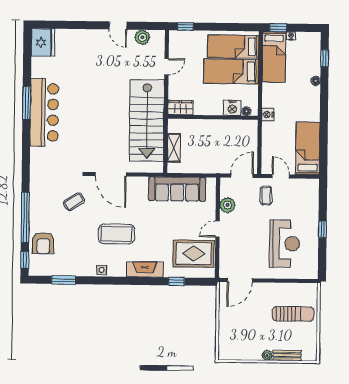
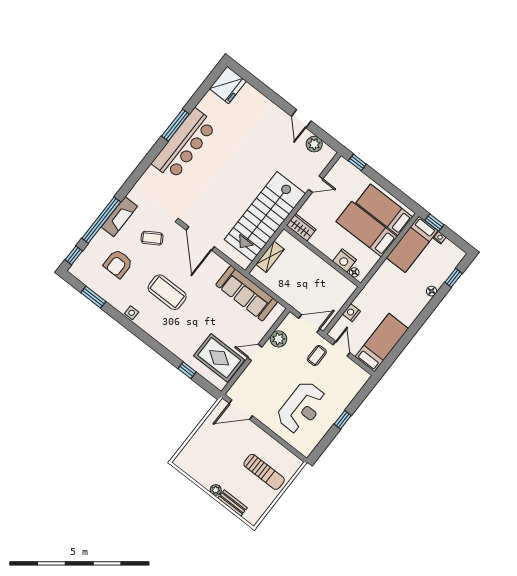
nightstand: (268, 115) -> (351, 313), moved
armchair: (43, 243) -> (118, 264), moved
fireplace: (145, 269) -> (119, 217), moved, turned 90

